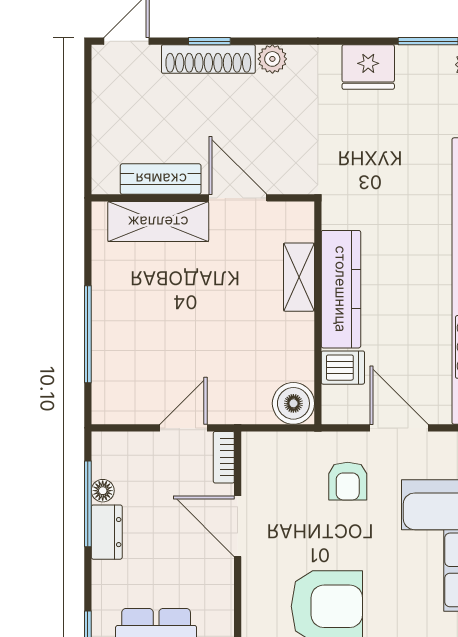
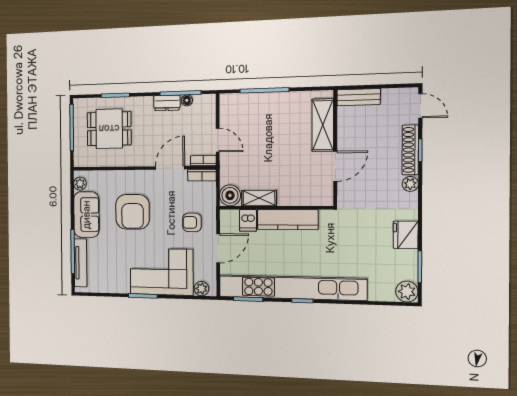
bench: (161, 179) -> (359, 97), moved, turned 90
shelving: (299, 277) -> (259, 198), moved
bookcase: (253, 460) -> (202, 175), added

